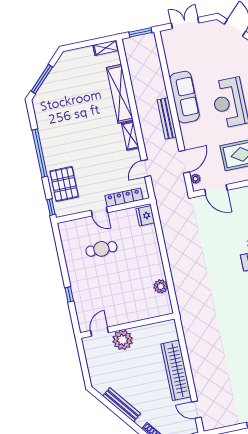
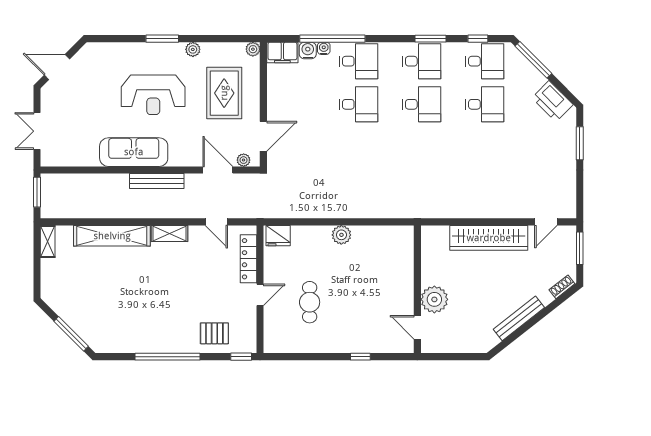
pallet: (64, 184) -> (214, 333), width x0.67, depth x0.71
plant: (161, 286) -> (341, 235), moved

